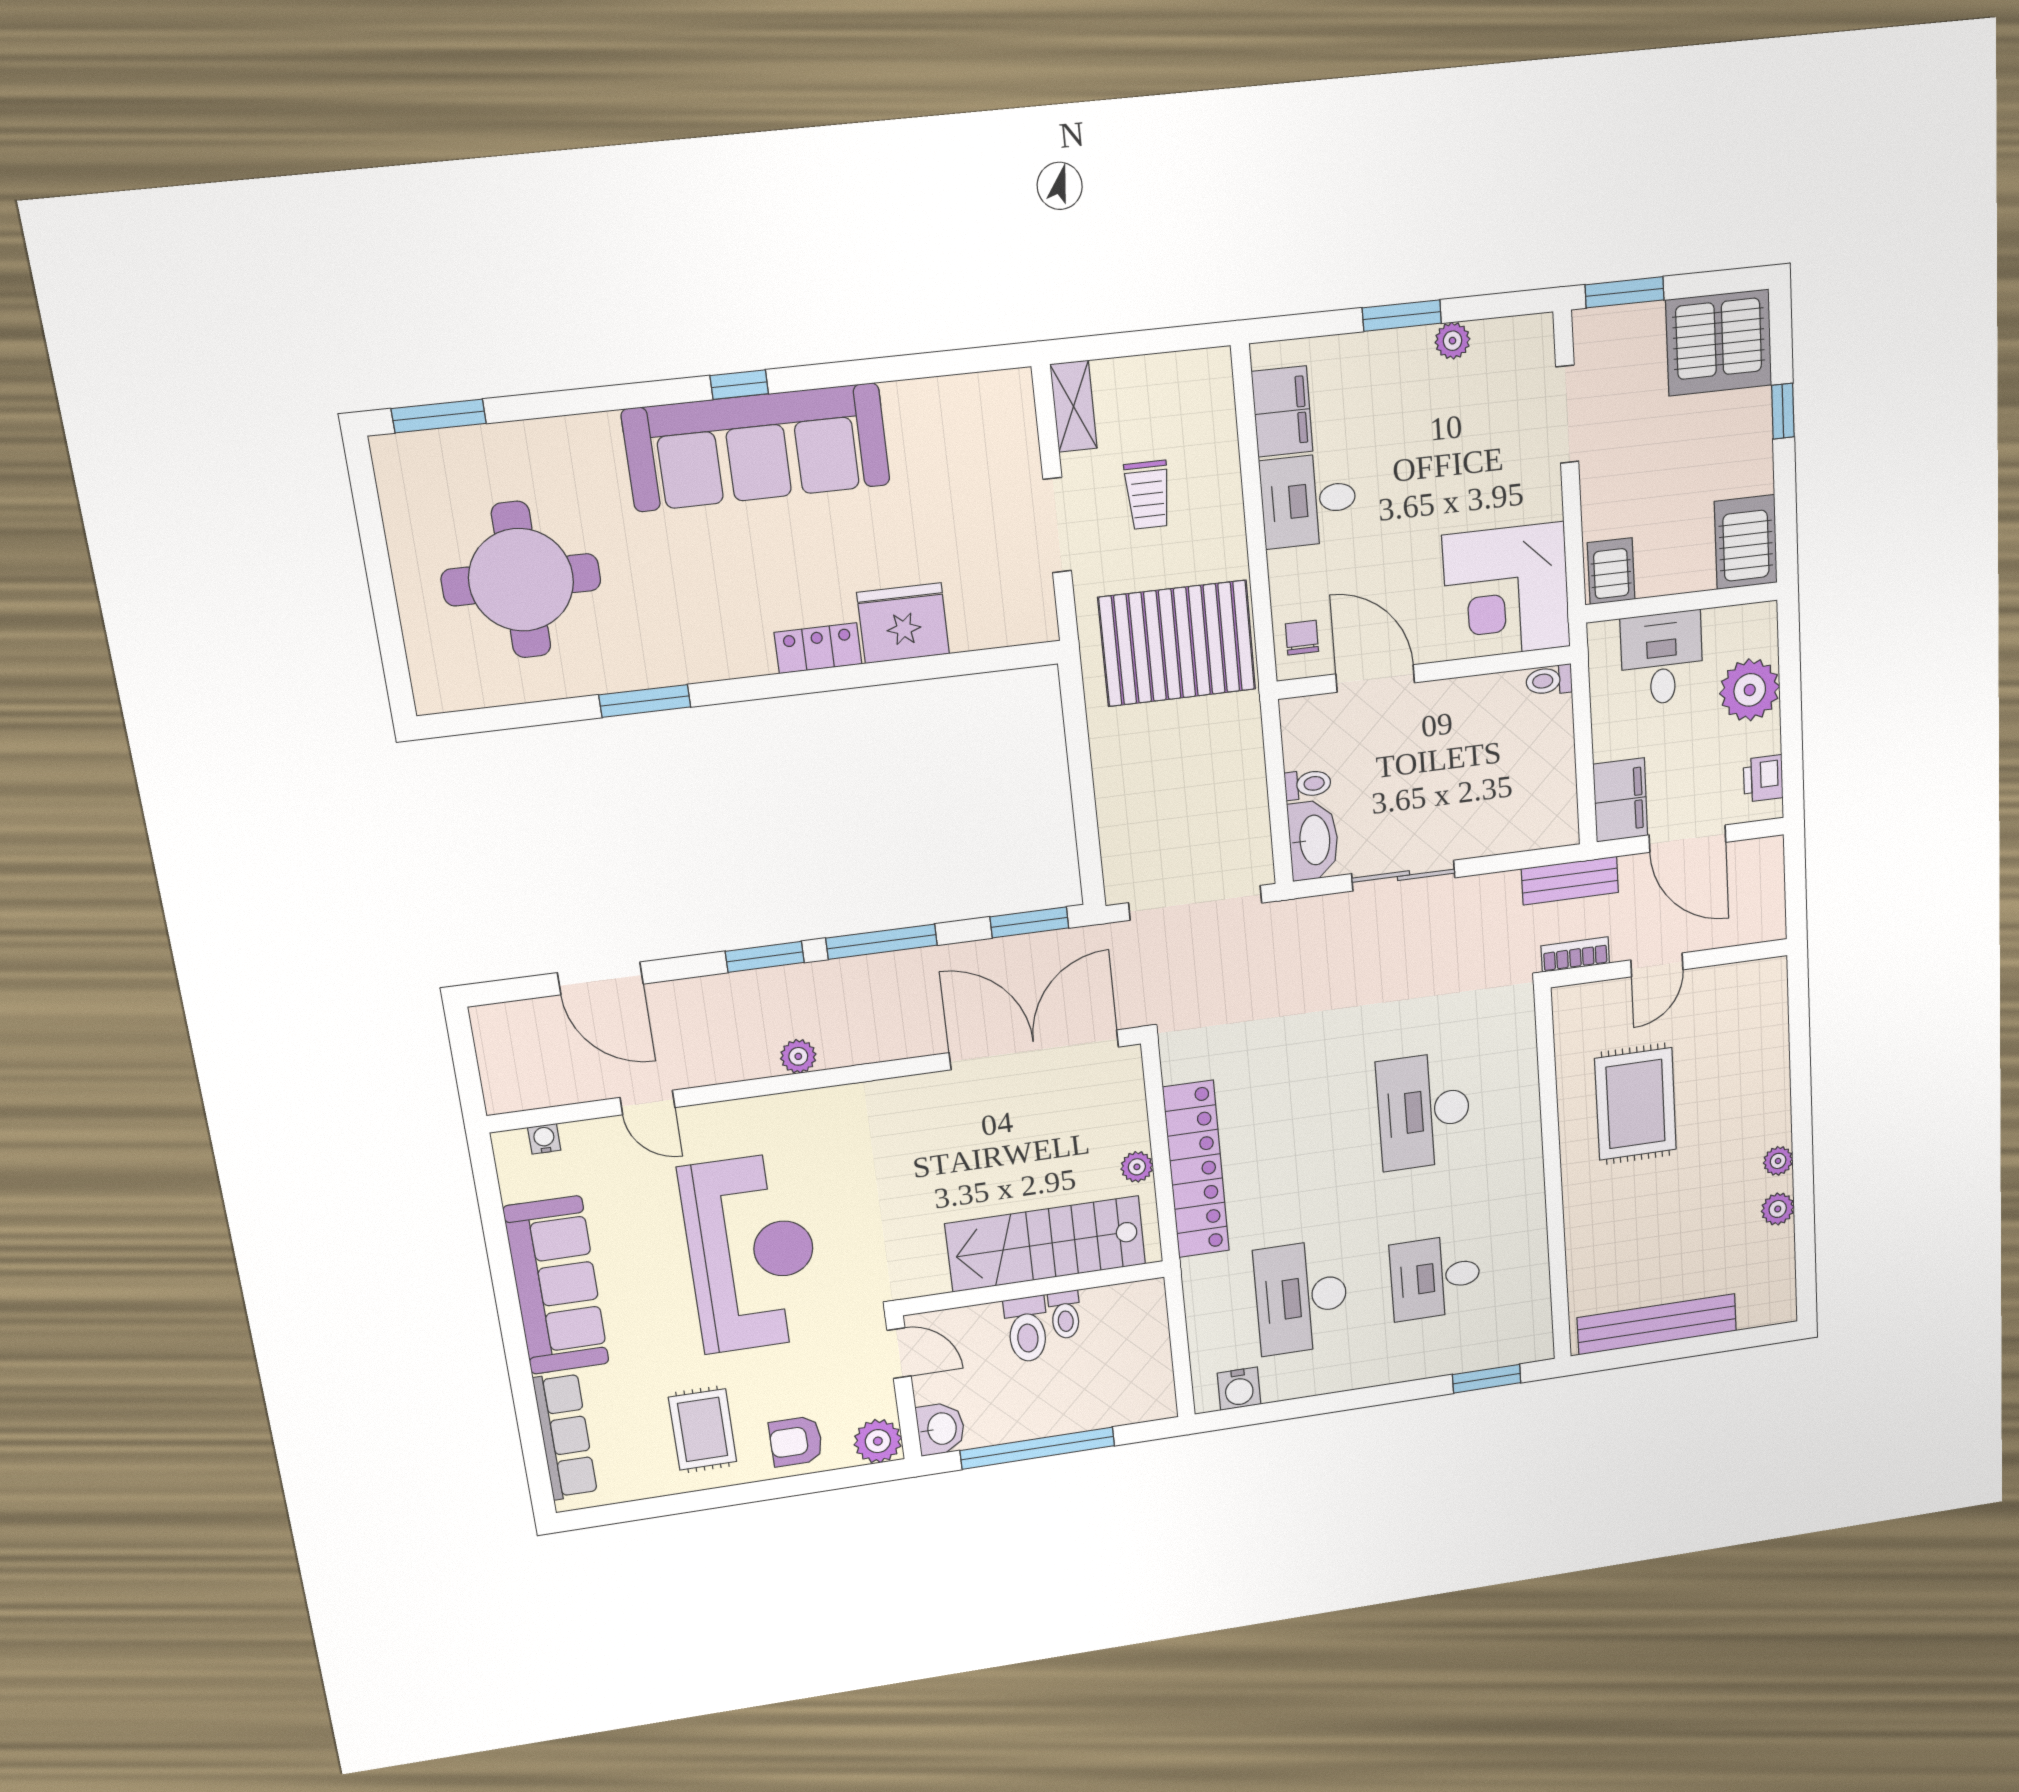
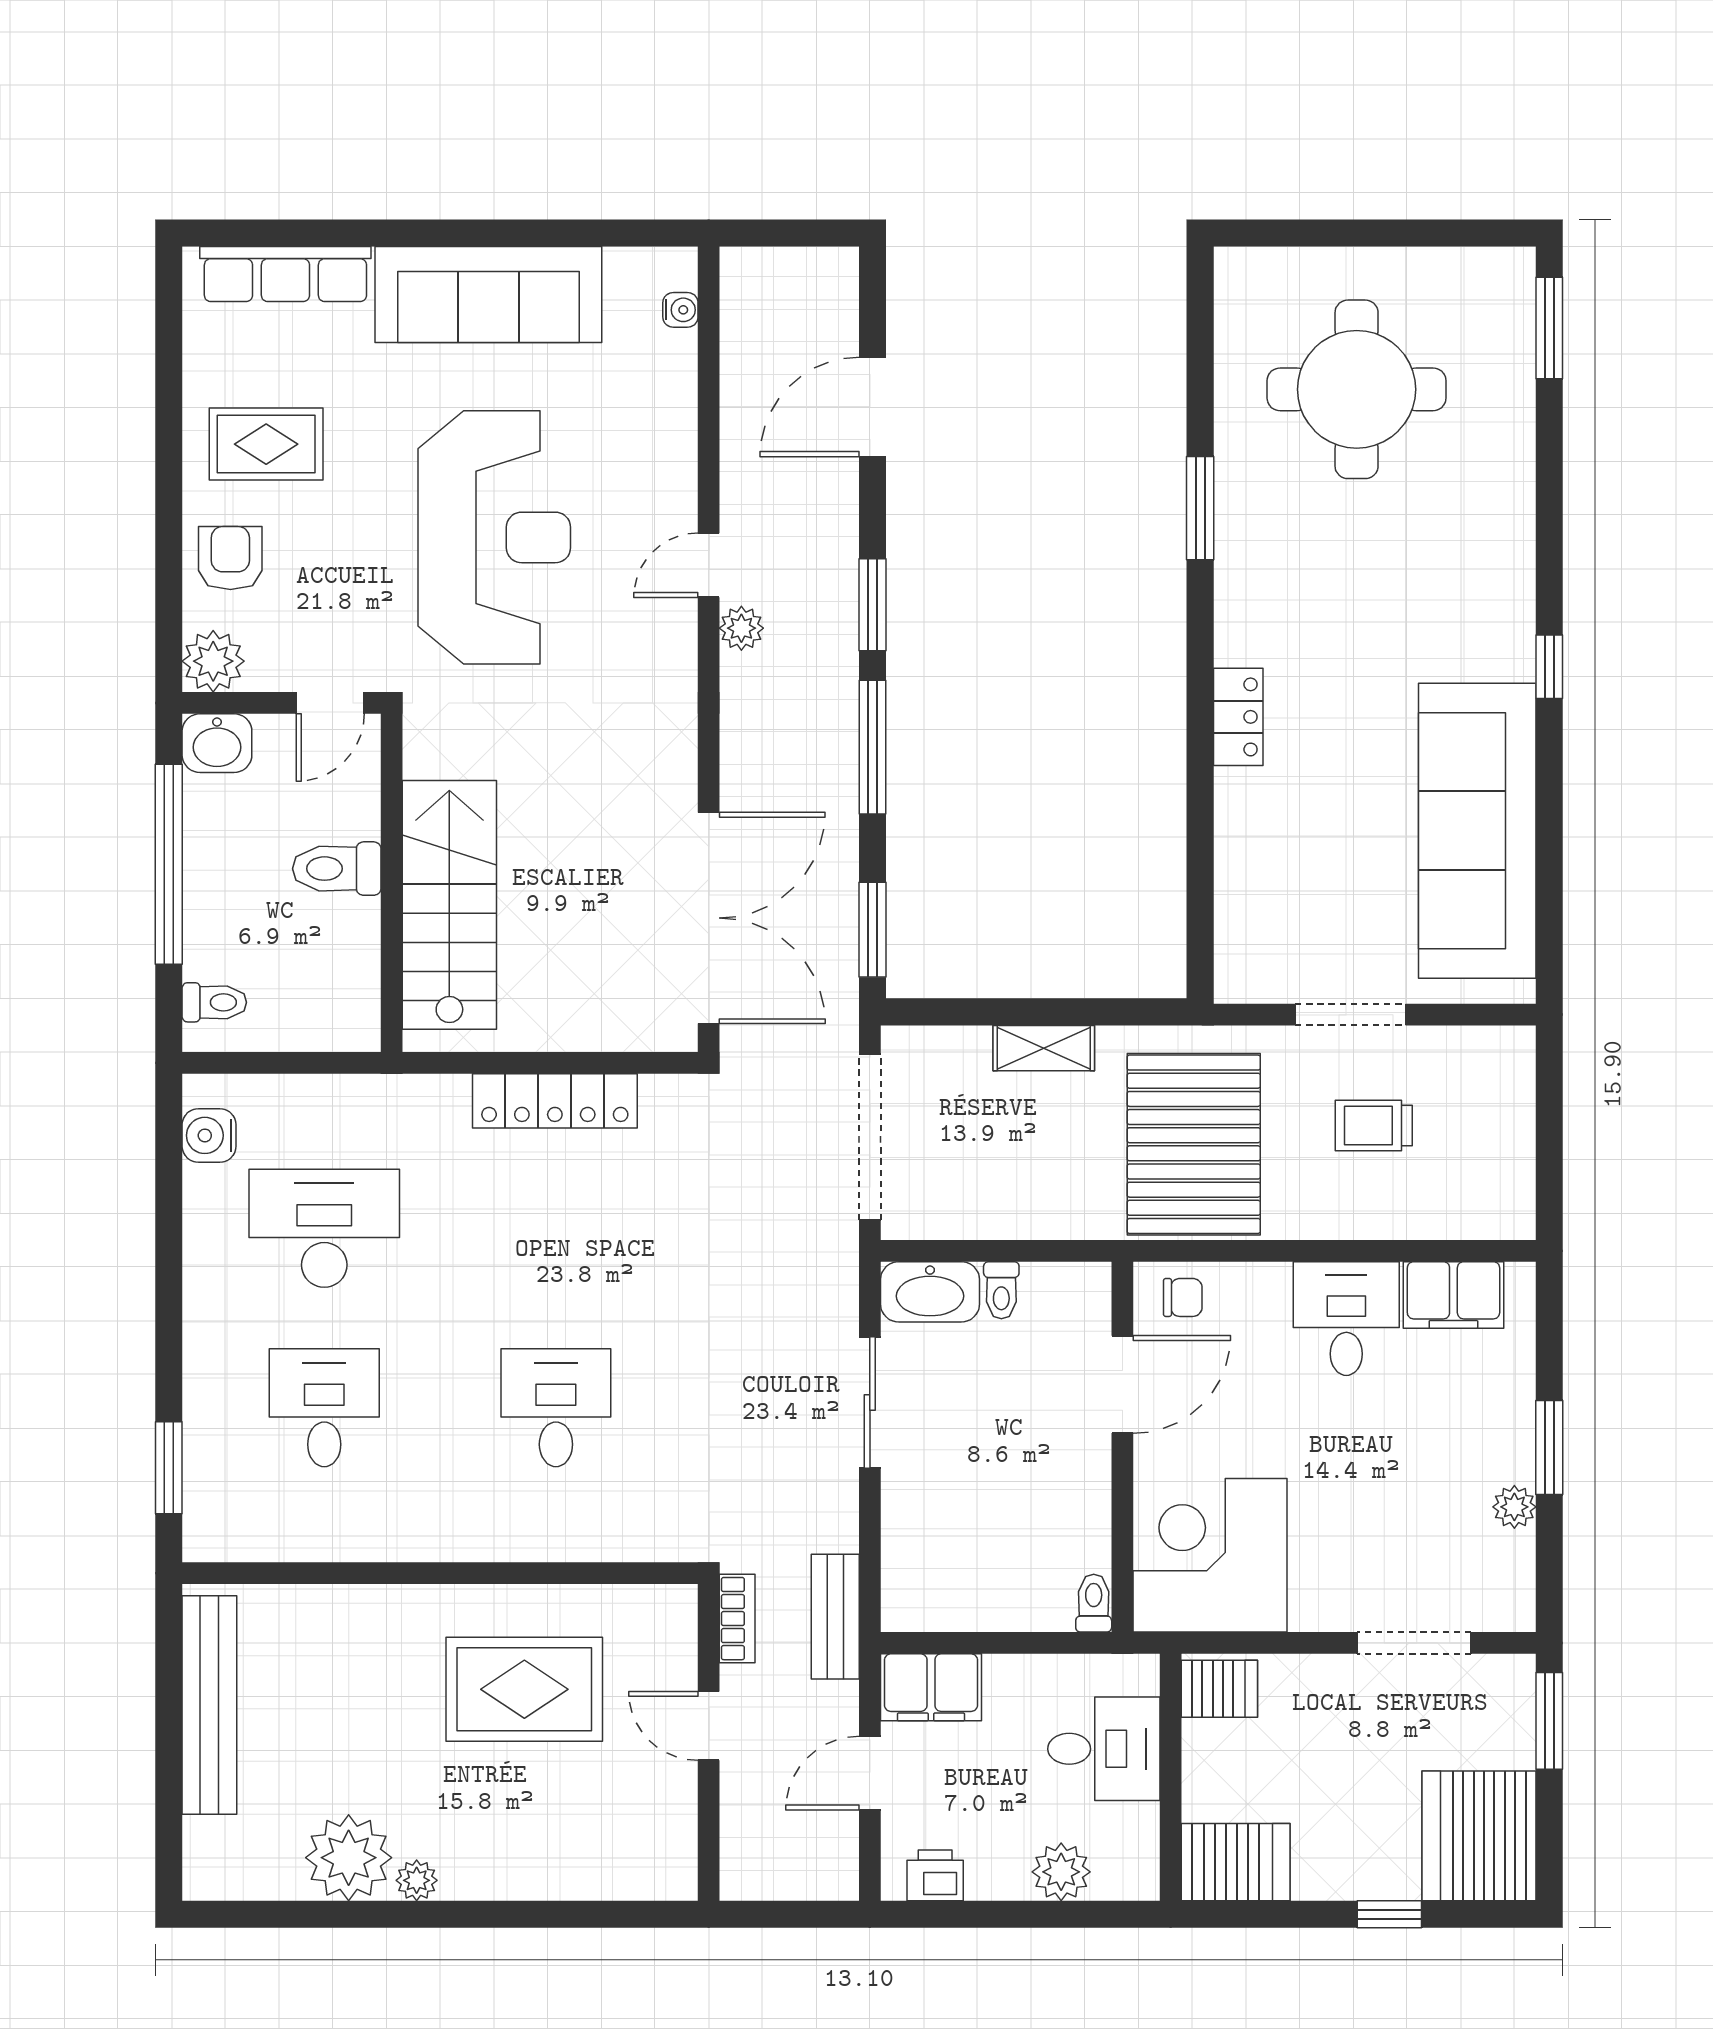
shelving: (1074, 406) -> (1044, 1048), moved
sofa: (757, 447) -> (1477, 831), moved
fridge: (903, 623) -> (1256, 820), removed
plant: (1750, 690) -> (1061, 1872), width x0.73, depth x0.73
door: (1688, 839) -> (870, 1773), width x0.73
door: (647, 1103) -> (709, 565), moved
desk: (1424, 1111) -> (556, 1408), width x0.73
plant: (1137, 1167) -> (536, 1031), removed
locker: (1196, 1169) -> (555, 1101), width x0.71, depth x0.83
plant: (1778, 1209) -> (349, 1858), width x1.88, depth x1.88
reception desk: (752, 1253) -> (494, 537), turned -90
toilet: (1065, 1315) -> (214, 1002), moved, turned 180

